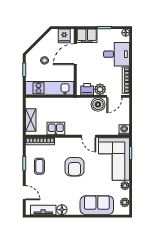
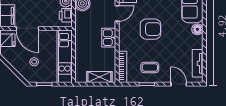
kitchen sink: (56, 129) -> (109, 38), moved
door: (24, 193) -> (179, 84), hinge flipped
floor lamp: (62, 210) -> (197, 29), moved

